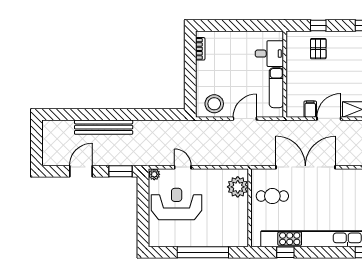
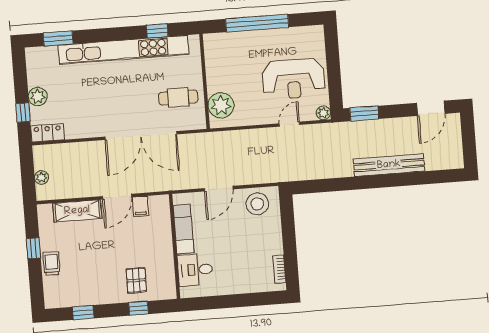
door: (183, 167) -> (289, 124), swing flipped
door: (81, 171) -> (431, 108), moved

